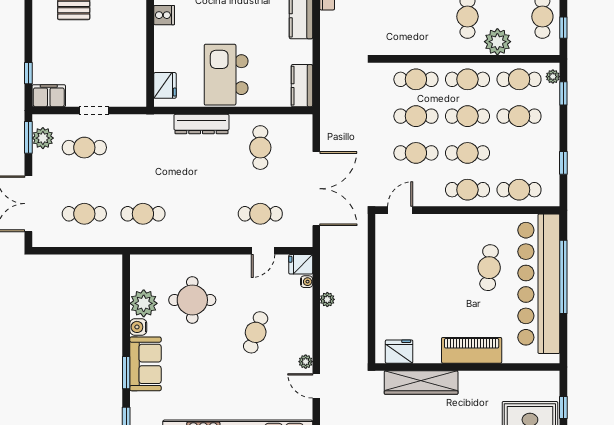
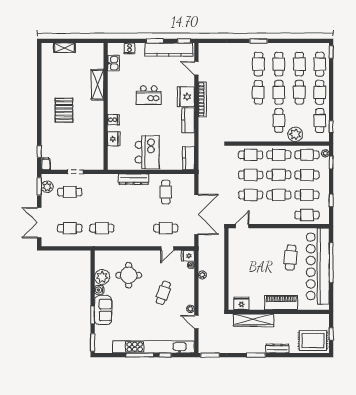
kitchen island: (226, 75) -> (147, 152), turned 180
fridge: (165, 85) -> (114, 139), moved
filing cabinet: (49, 96) -> (46, 164), width x0.50
cafe table: (467, 190) -> (307, 195), moved

